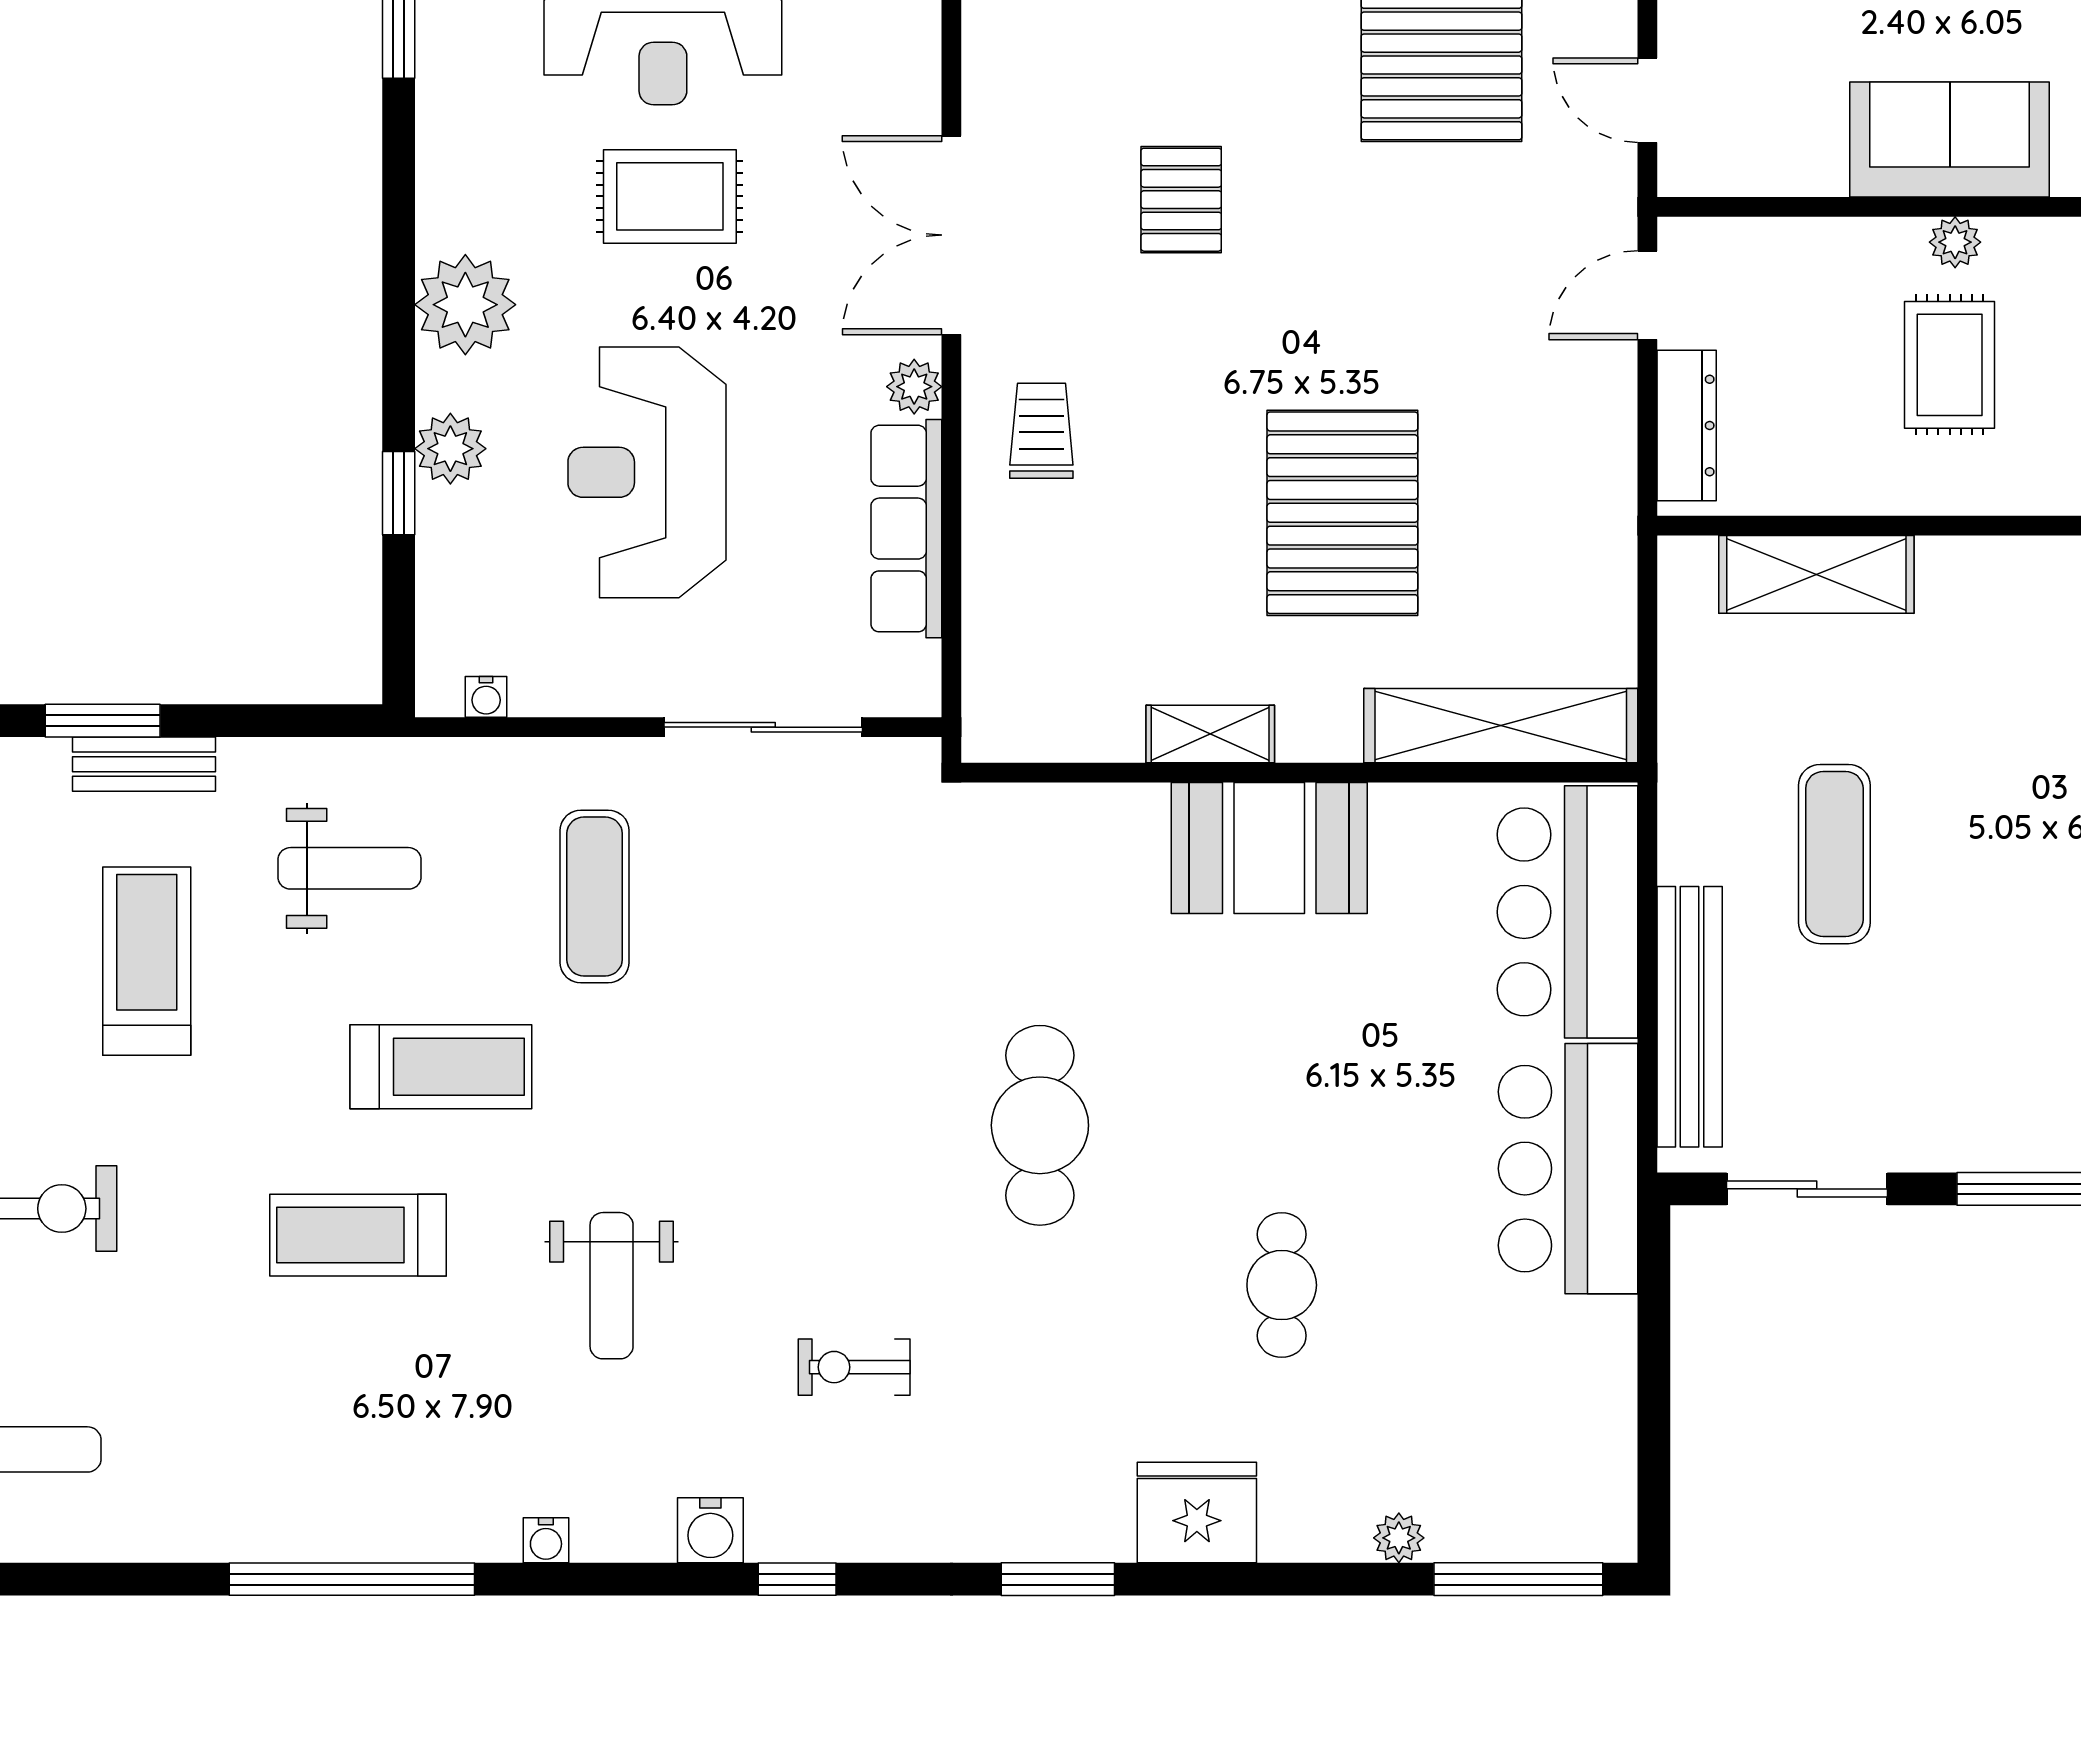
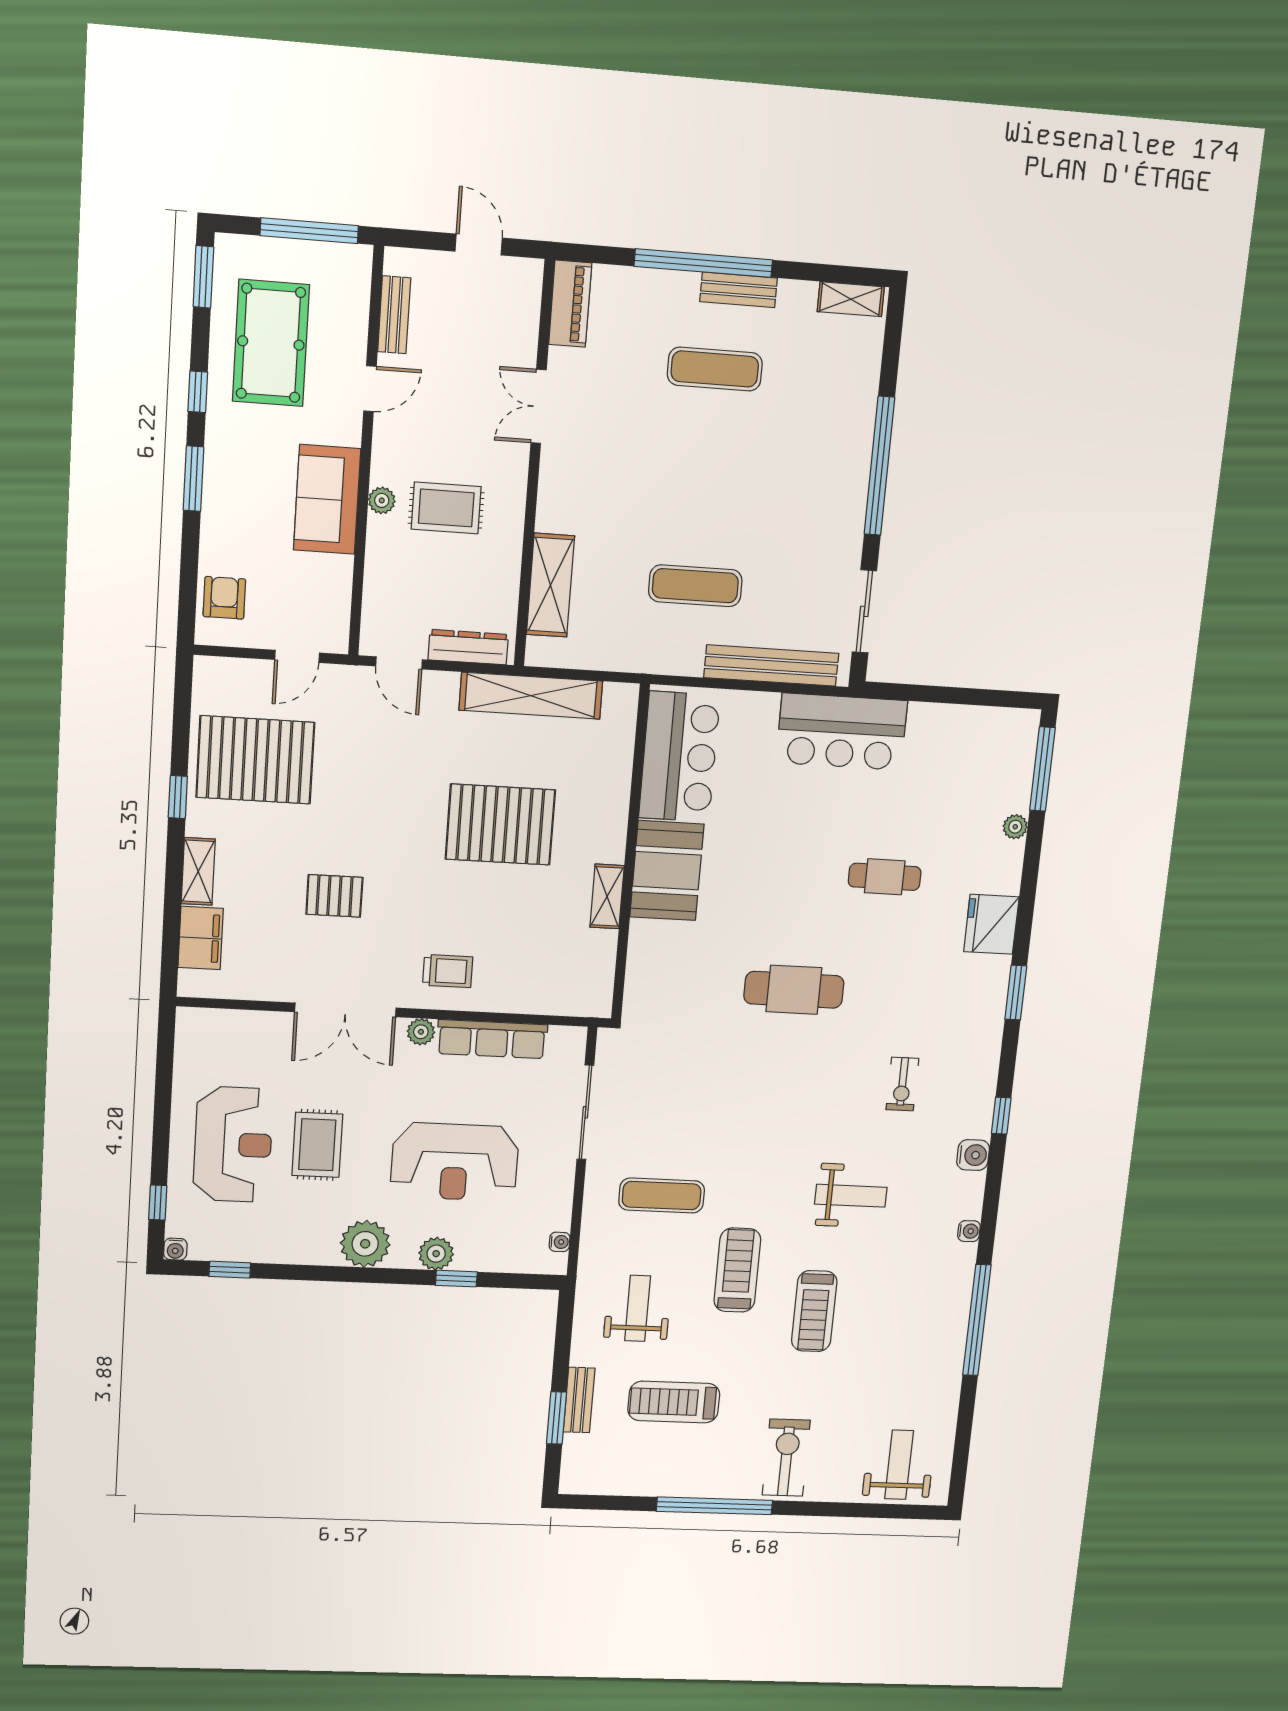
trolley: (1041, 431) -> (448, 971), turned 180
shelving: (1501, 726) -> (531, 696), moved, turned 90
bar counter: (1568, 912) -> (679, 757), moved, turned -90

